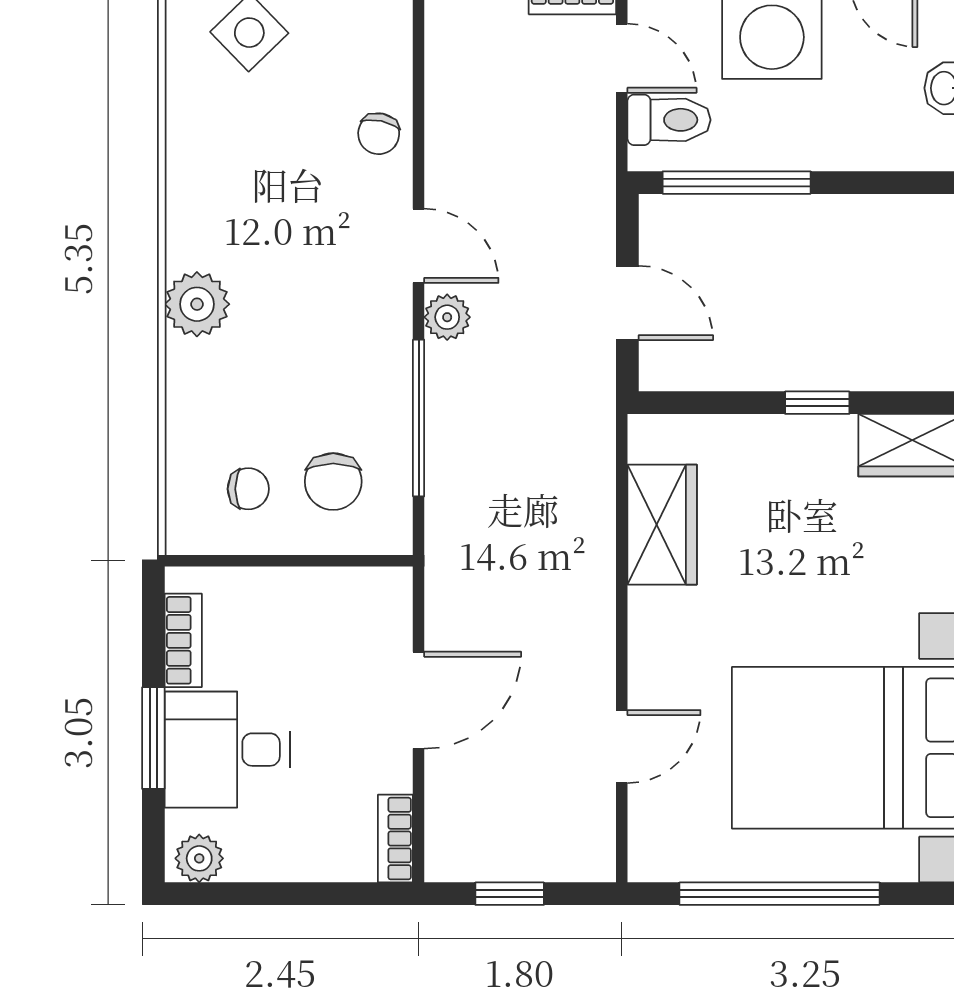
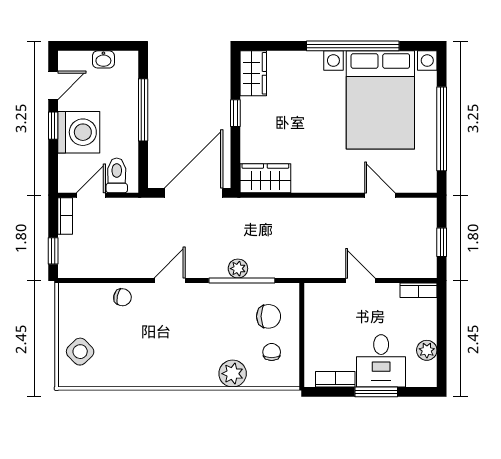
window: (737, 183) -> (143, 110), moved
door: (627, 303) -> (194, 193), width x1.87
plant: (197, 304) -> (233, 374), moved
plant: (447, 317) -> (238, 269), moved
wardrobe: (662, 525) -> (265, 178), moved
door: (419, 700) -> (360, 281), width x0.73
plant: (199, 858) -> (427, 350), moved

